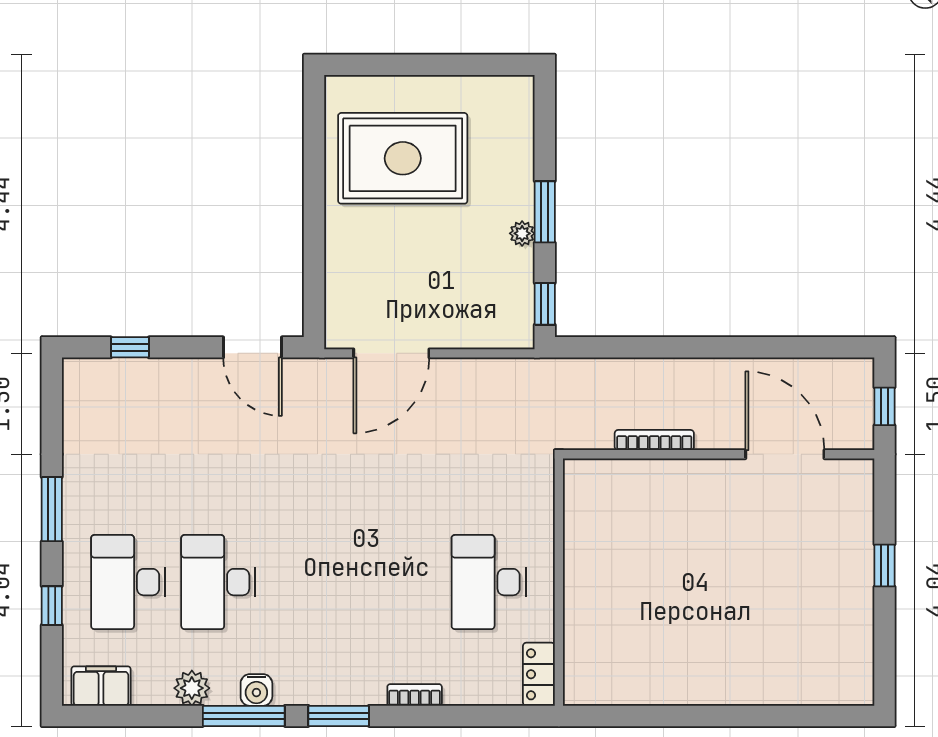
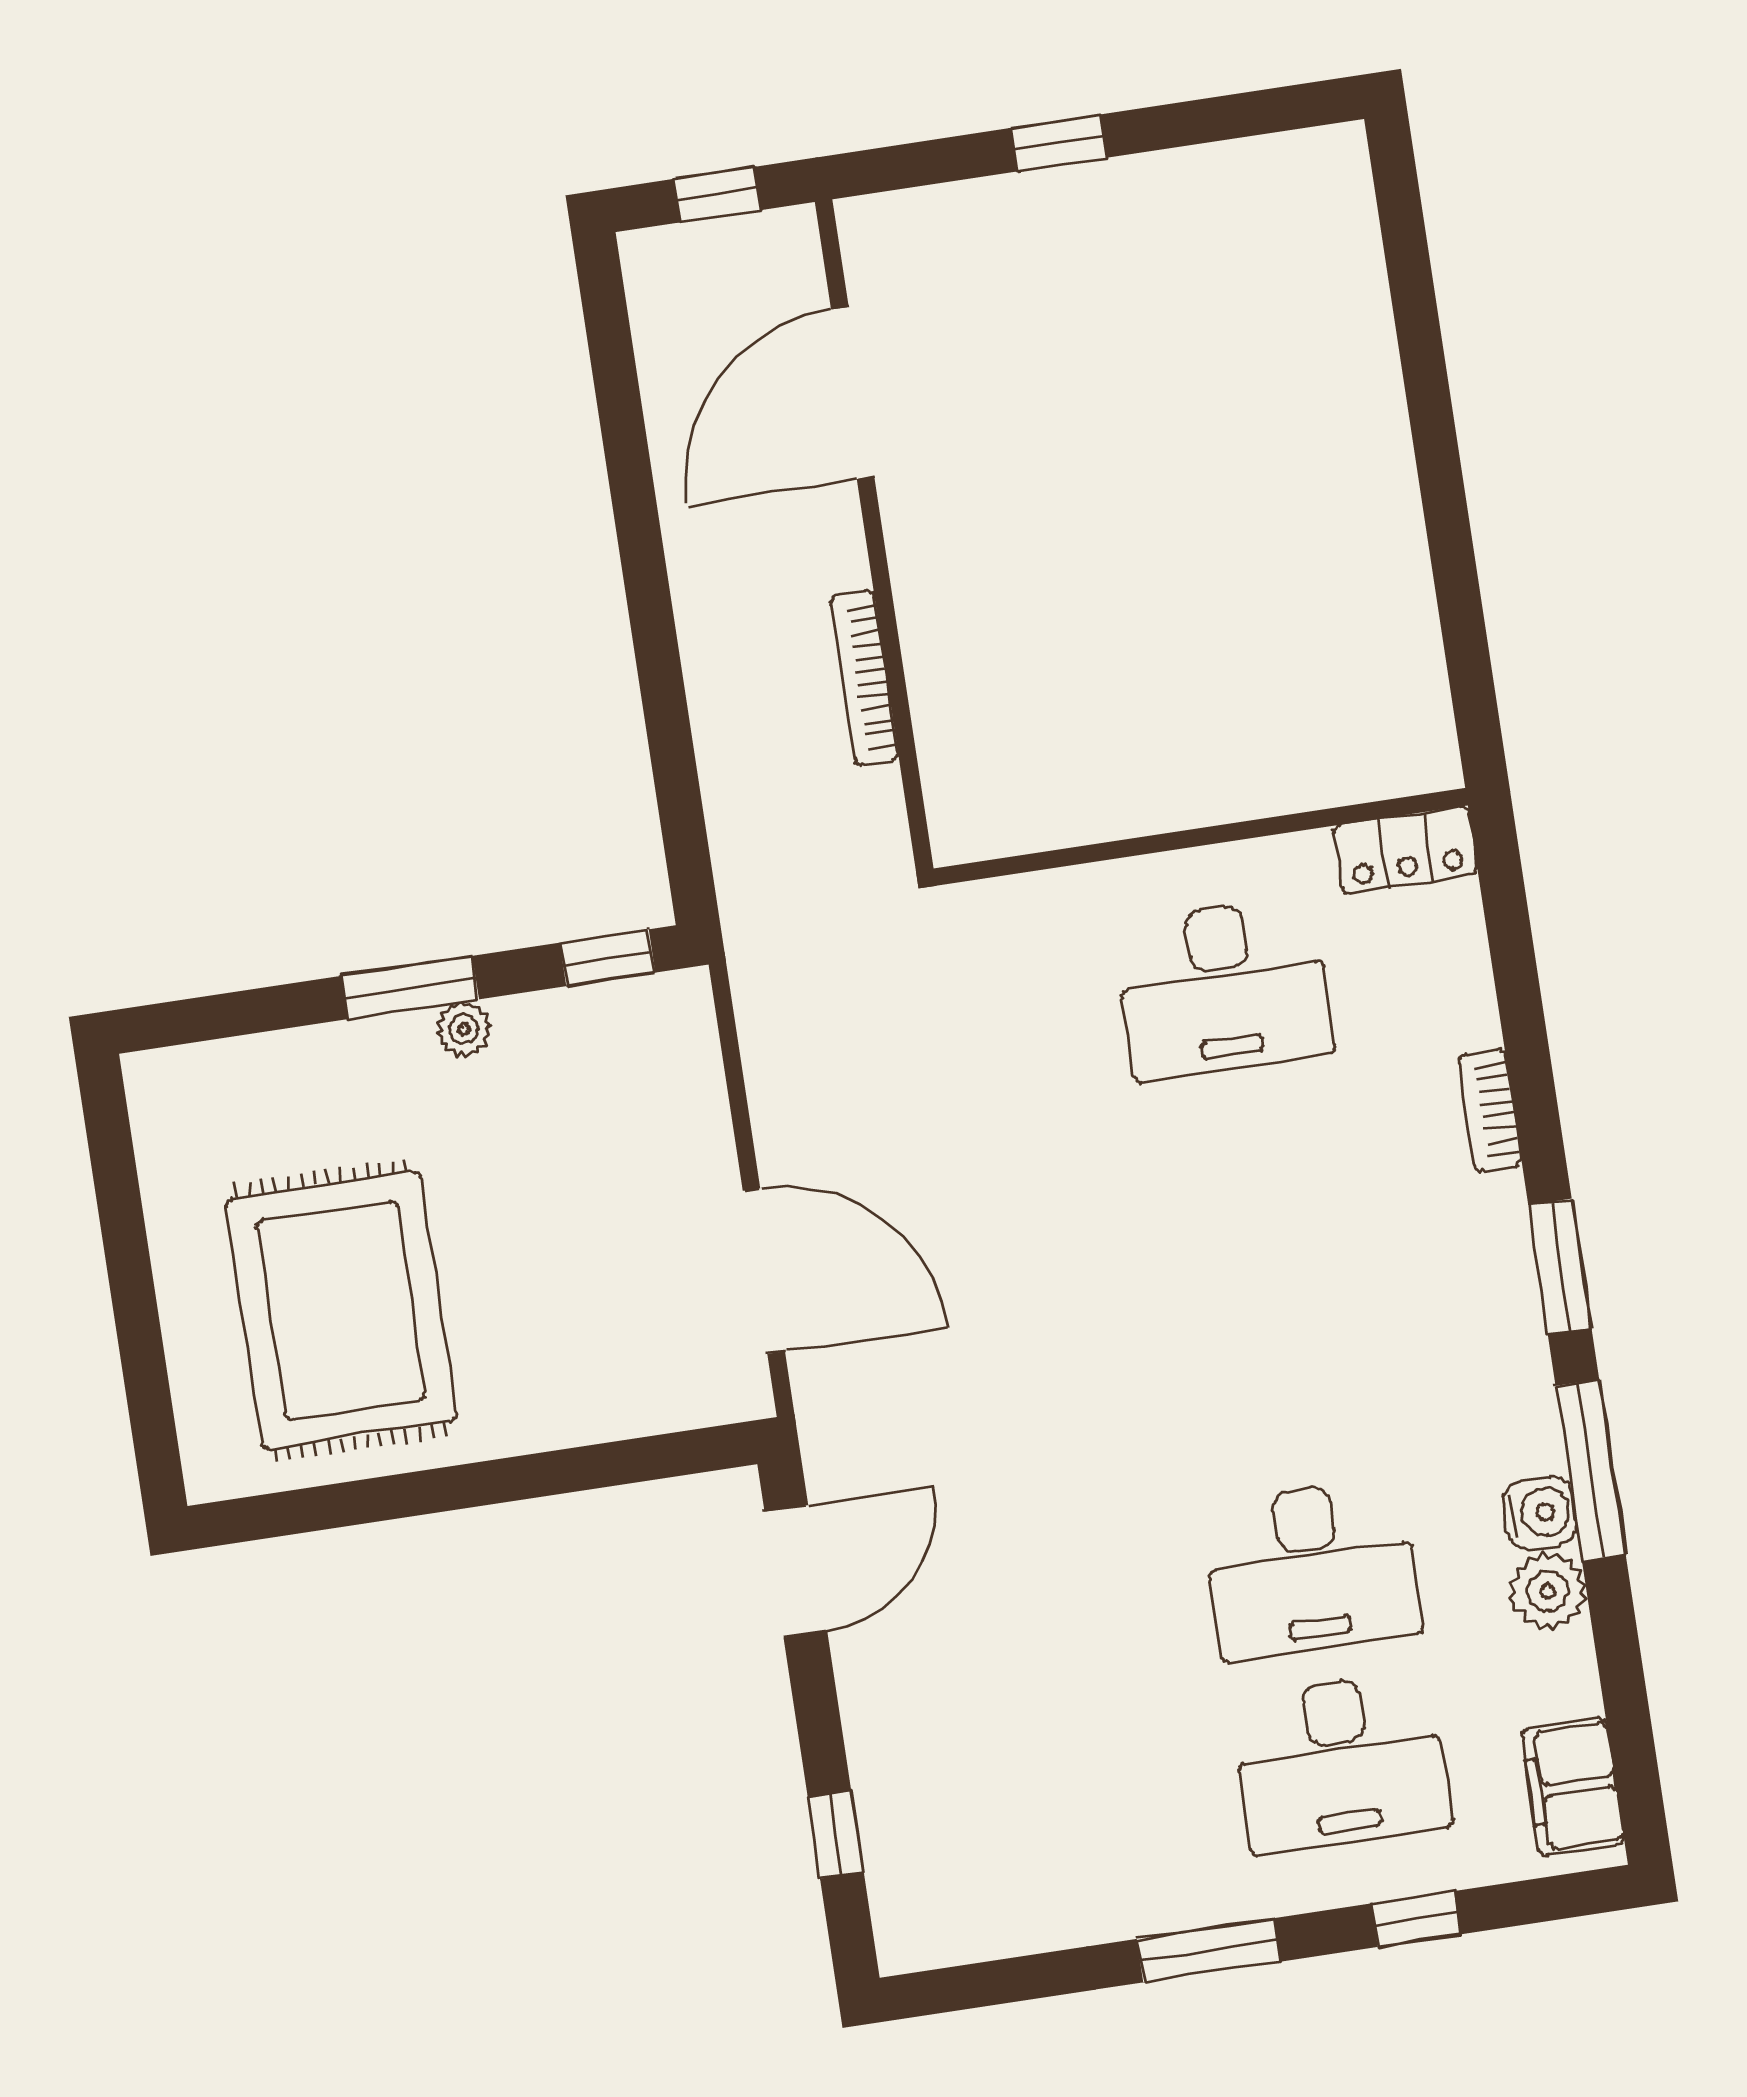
water cooler: (256, 690) -> (1540, 1512), moved

